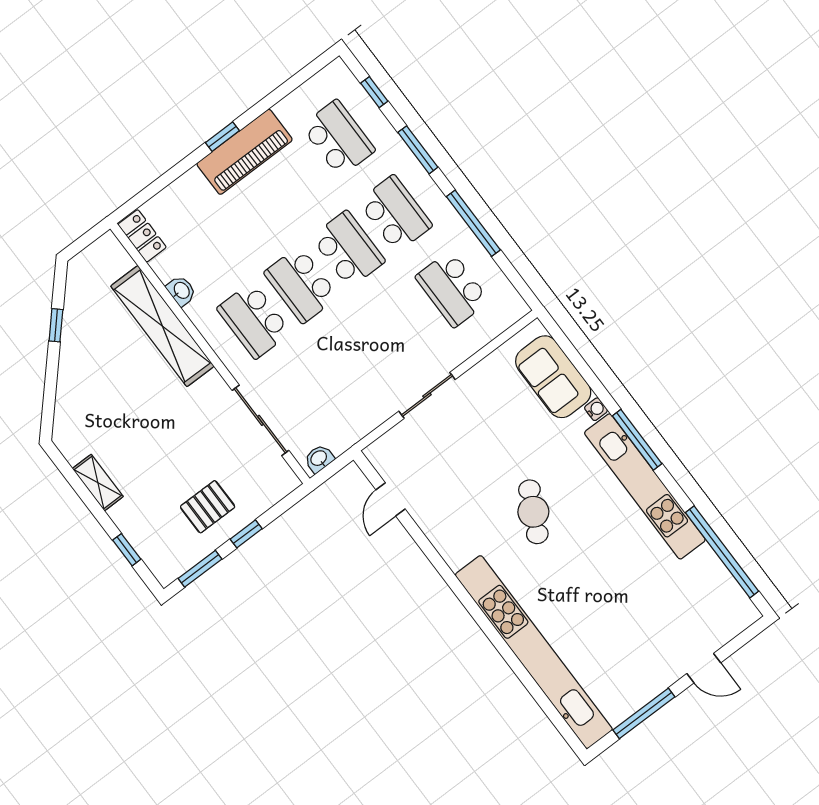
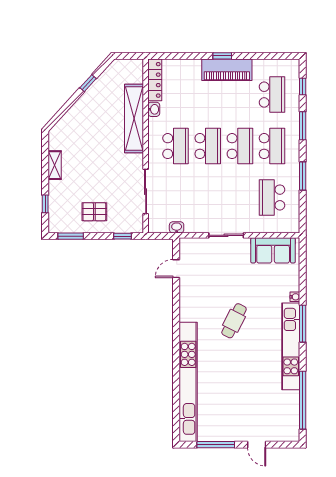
window: (473, 223) -> (303, 176), width x0.69
locker: (142, 236) -> (155, 80), width x1.53
school desk: (301, 285) -> (208, 146), turned 180
school desk: (254, 320) -> (176, 146), turned 180
sofa: (553, 377) -> (273, 250), moved, turned -90
washbasin: (319, 459) -> (177, 227), moved
window: (246, 534) -> (122, 236), moved

